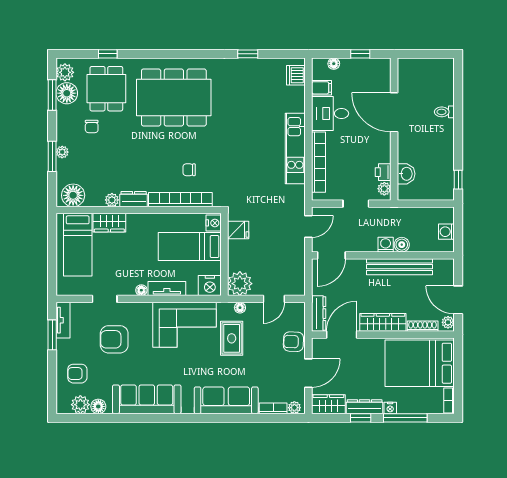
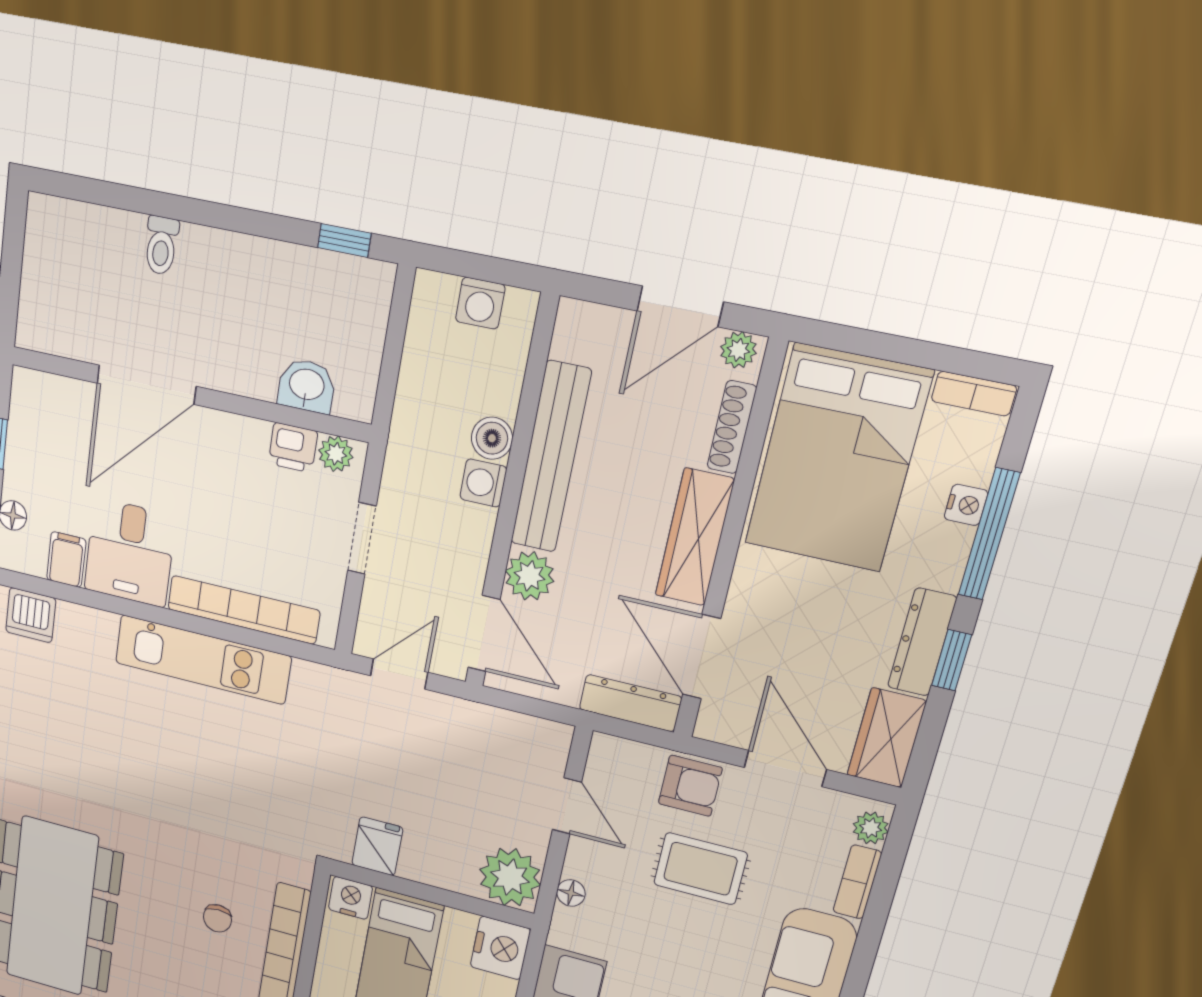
door: (308, 226) -> (399, 674), hinge flipped
plant: (356, 268) -> (529, 576), added
rug: (232, 338) -> (700, 869), moved
armchair: (293, 342) -> (690, 786), turned -92
nightstand: (390, 408) -> (966, 505), moved

